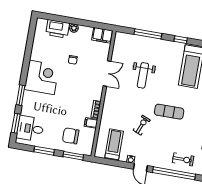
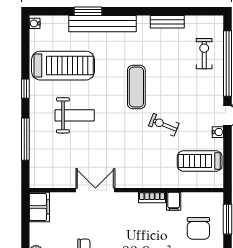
weight bench: (143, 75) -> (75, 115), moved

